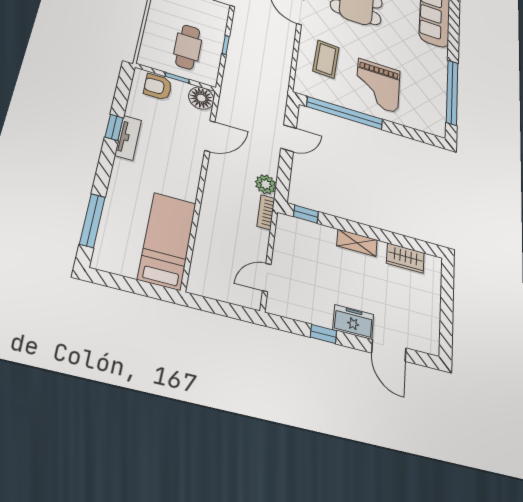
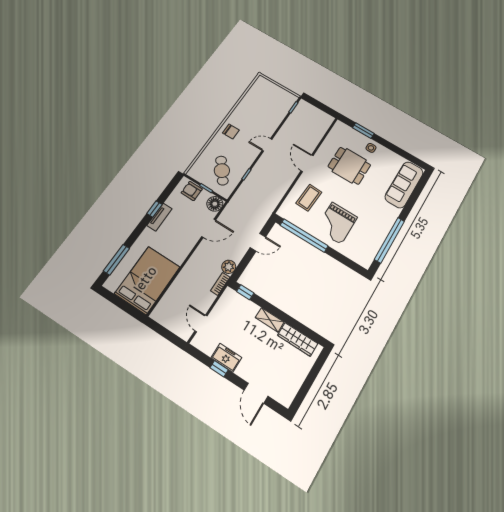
cafe table: (188, 47) -> (222, 171), turned -38
bed: (167, 241) -> (147, 280), width x1.50
wardrobe: (405, 258) -> (298, 339), width x1.50
door: (267, 278) -> (201, 323), hinge flipped
freezer: (353, 322) -> (226, 358), moved

